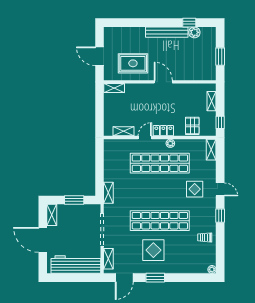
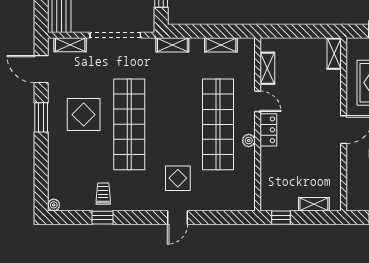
pallet: (192, 126) -> (276, 174), removed
shelving: (211, 150) -> (221, 45), moved
window: (220, 216) -> (102, 218), moved

